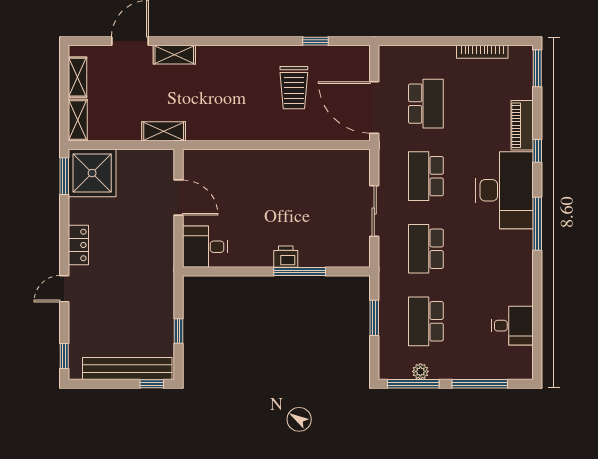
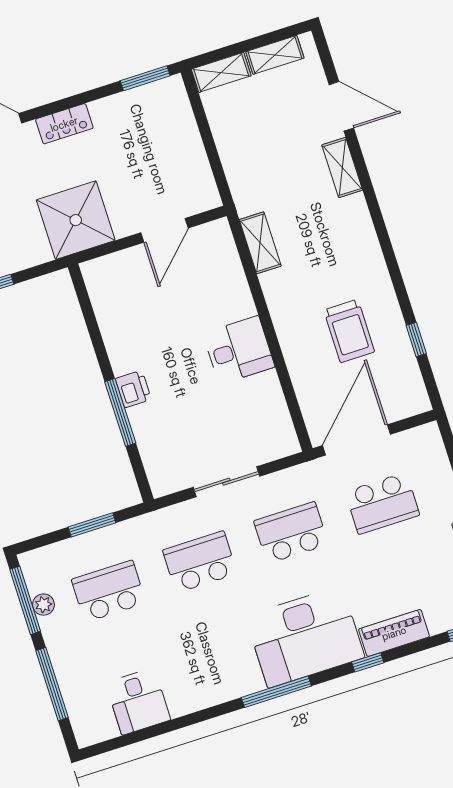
trolley: (294, 88) -> (349, 331), turned -90
shelving: (164, 131) -> (260, 243), moved
shower: (92, 173) -> (76, 220), moved
desk: (205, 247) -> (239, 350), moved, turned 90

